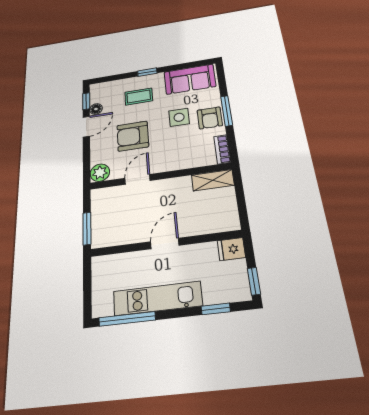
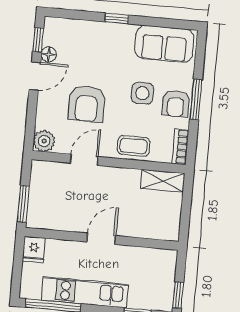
coffee table: (139, 96) -> (134, 146), moved
armchair: (133, 136) -> (87, 104), turned -90
fridge: (231, 249) -> (34, 249), moved, turned -90

